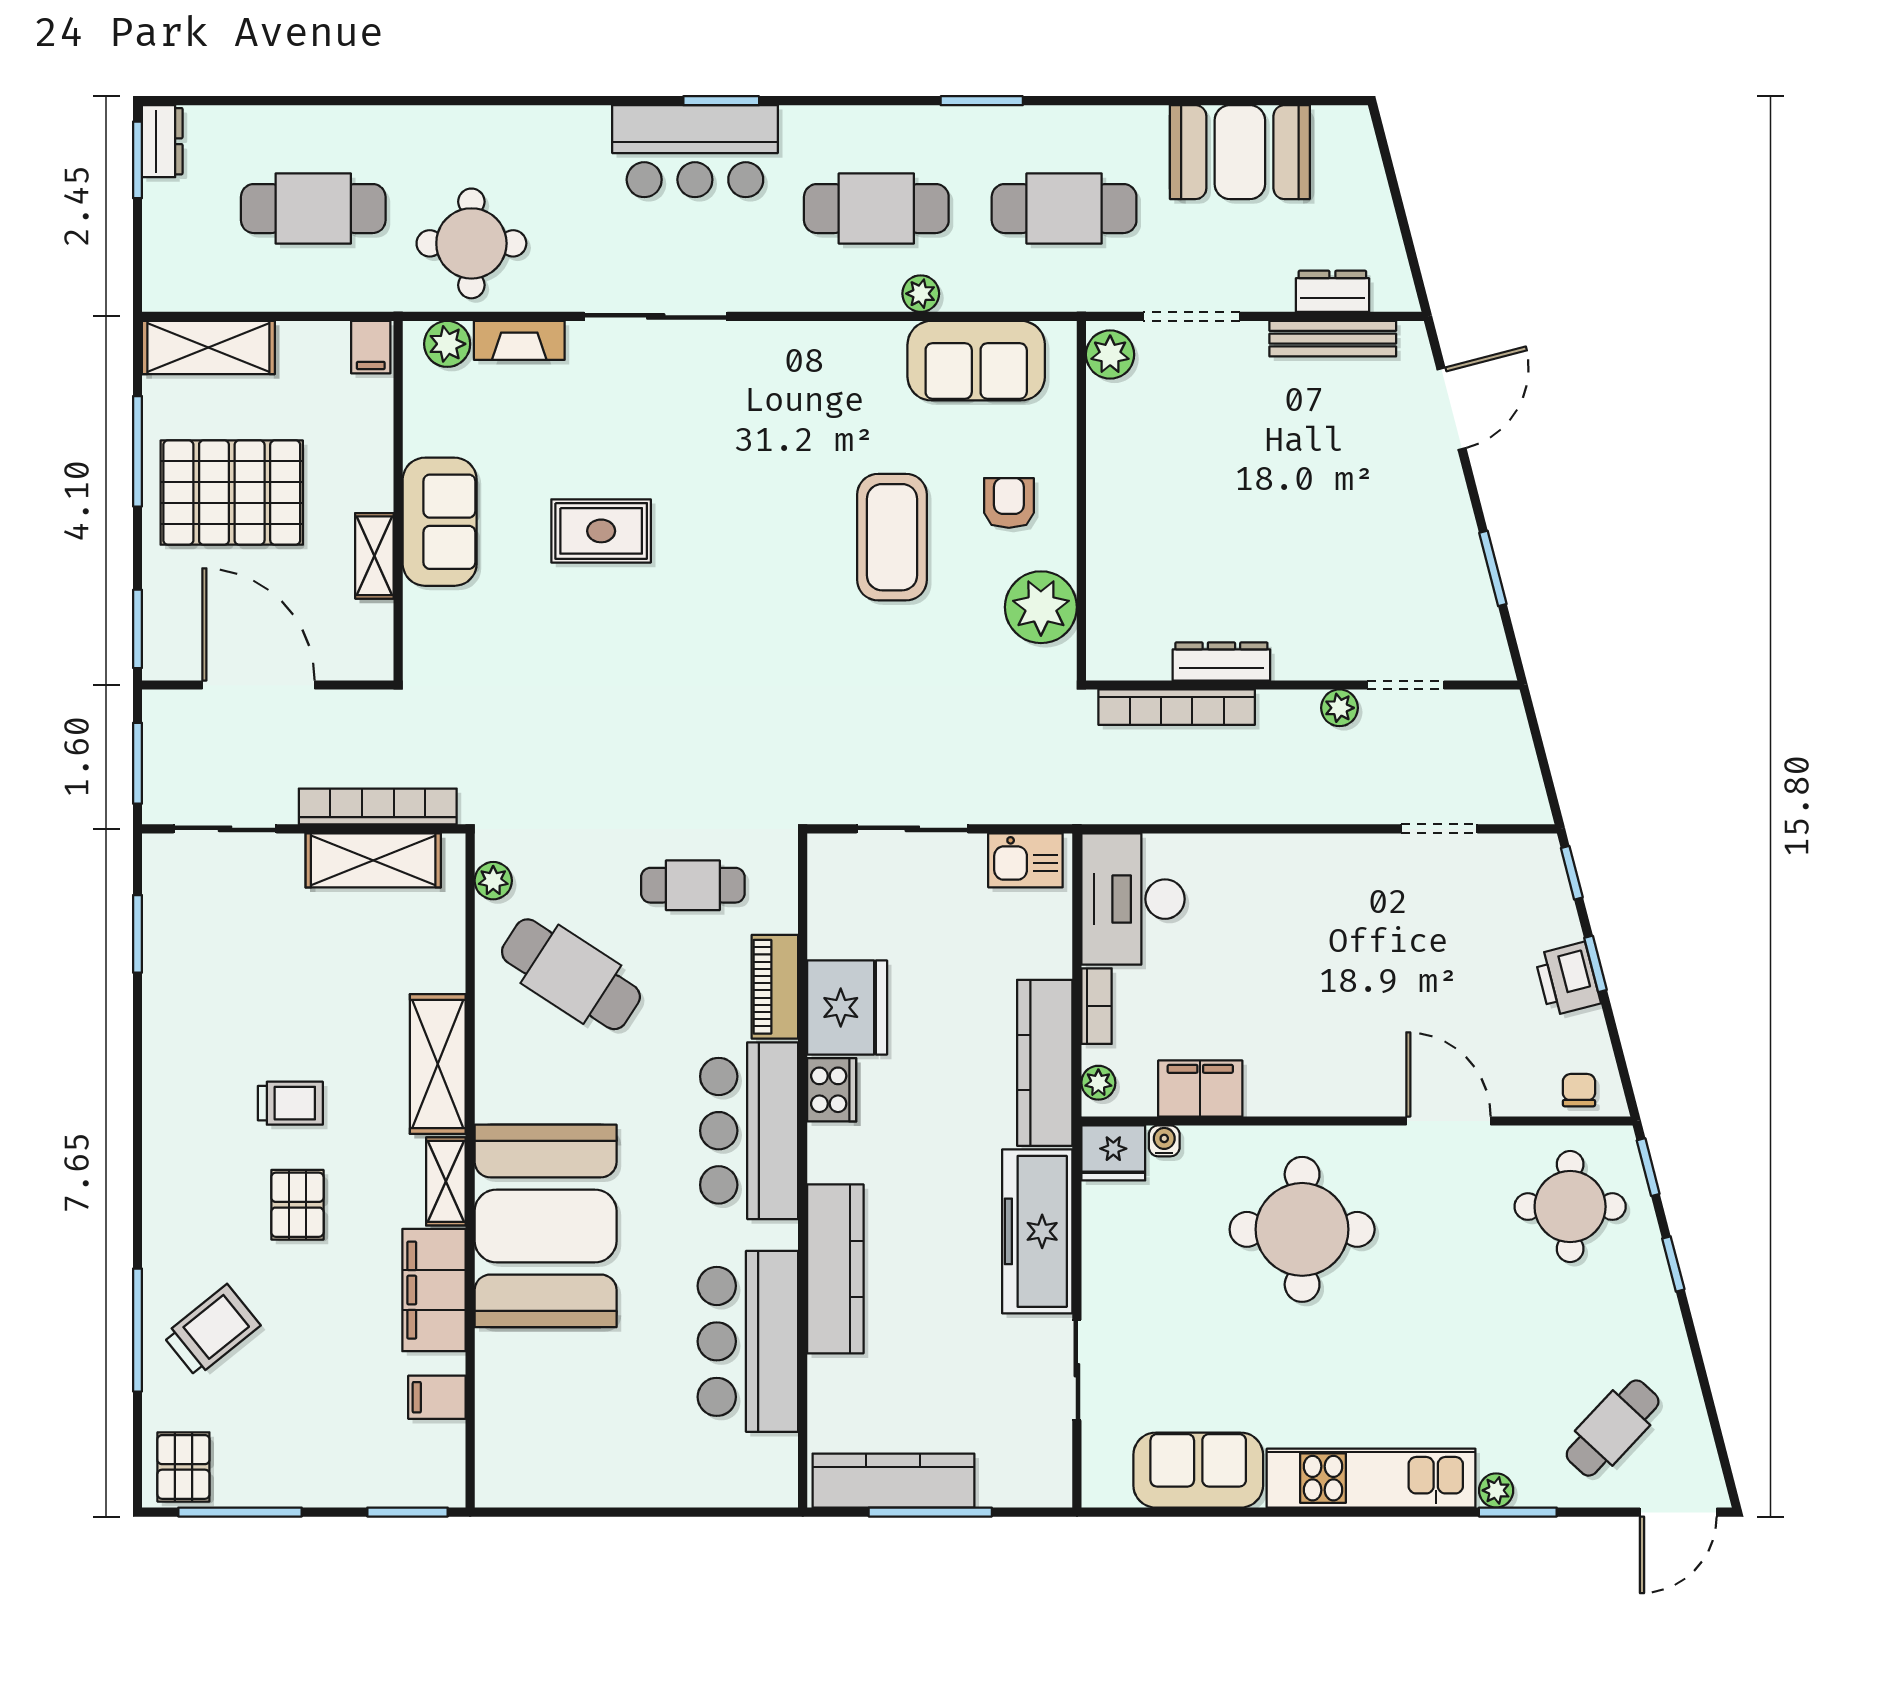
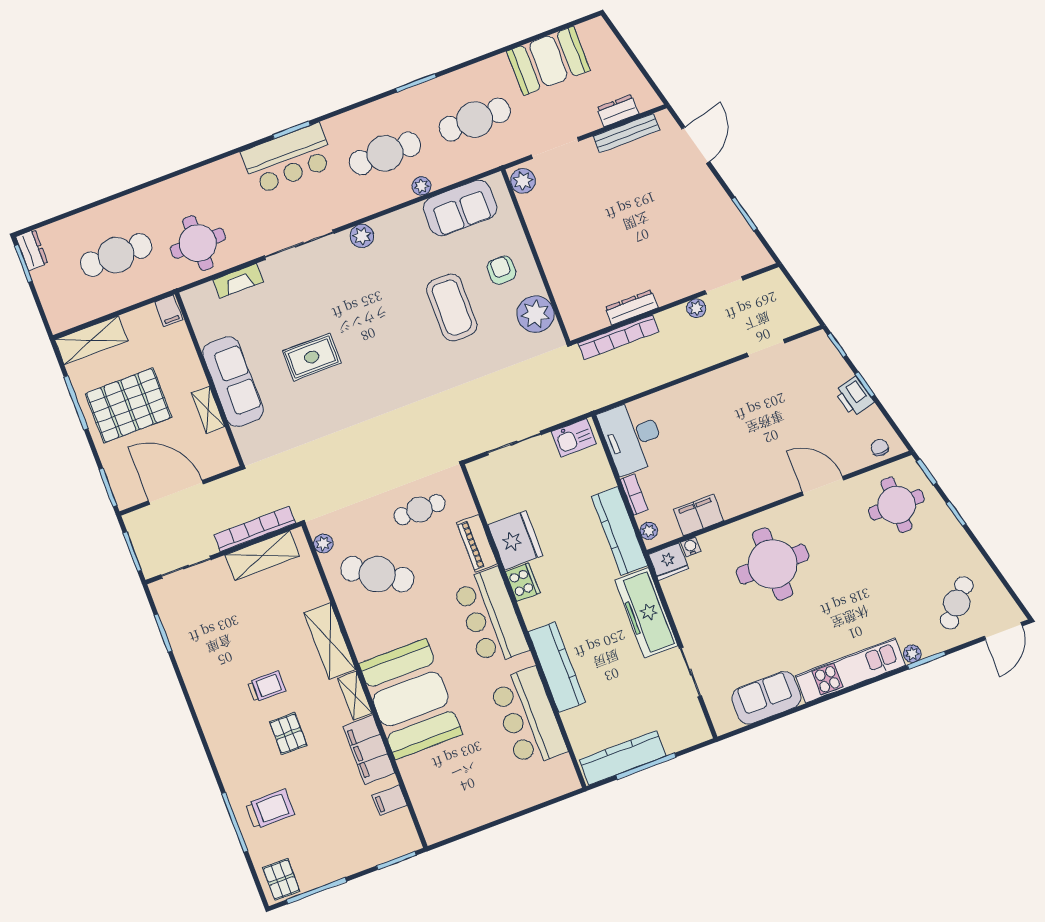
plant: (447, 344) -> (362, 236), moved
sofa: (440, 522) -> (233, 382), width x1.36
trolley: (212, 1331) -> (270, 809), turned 39

